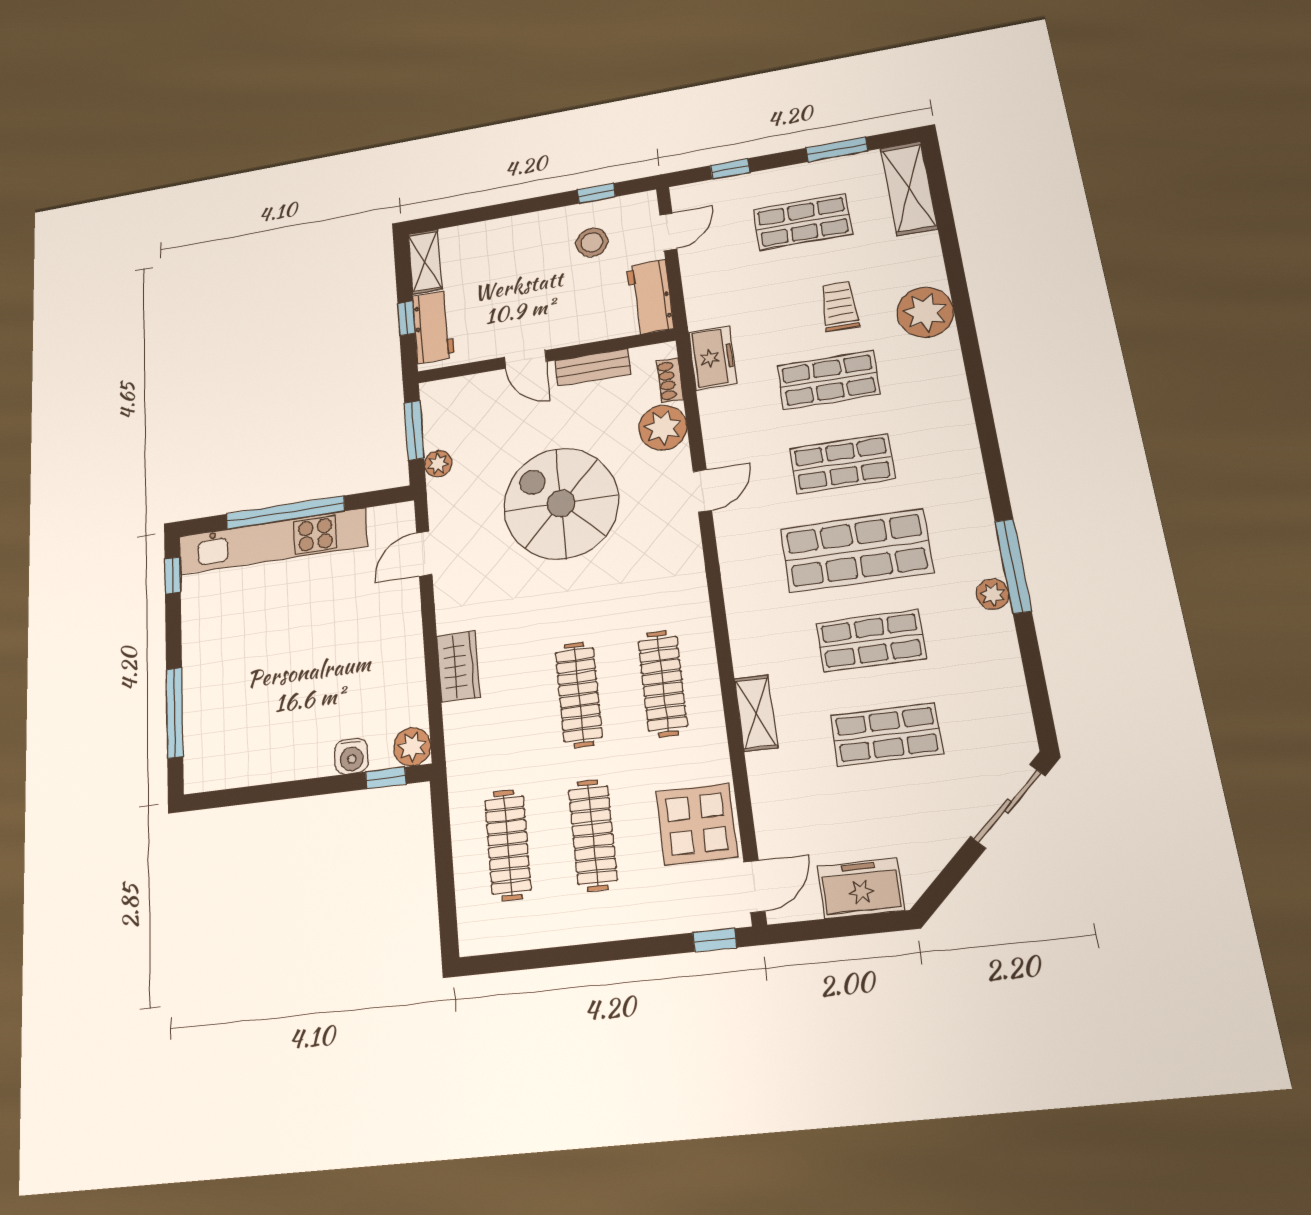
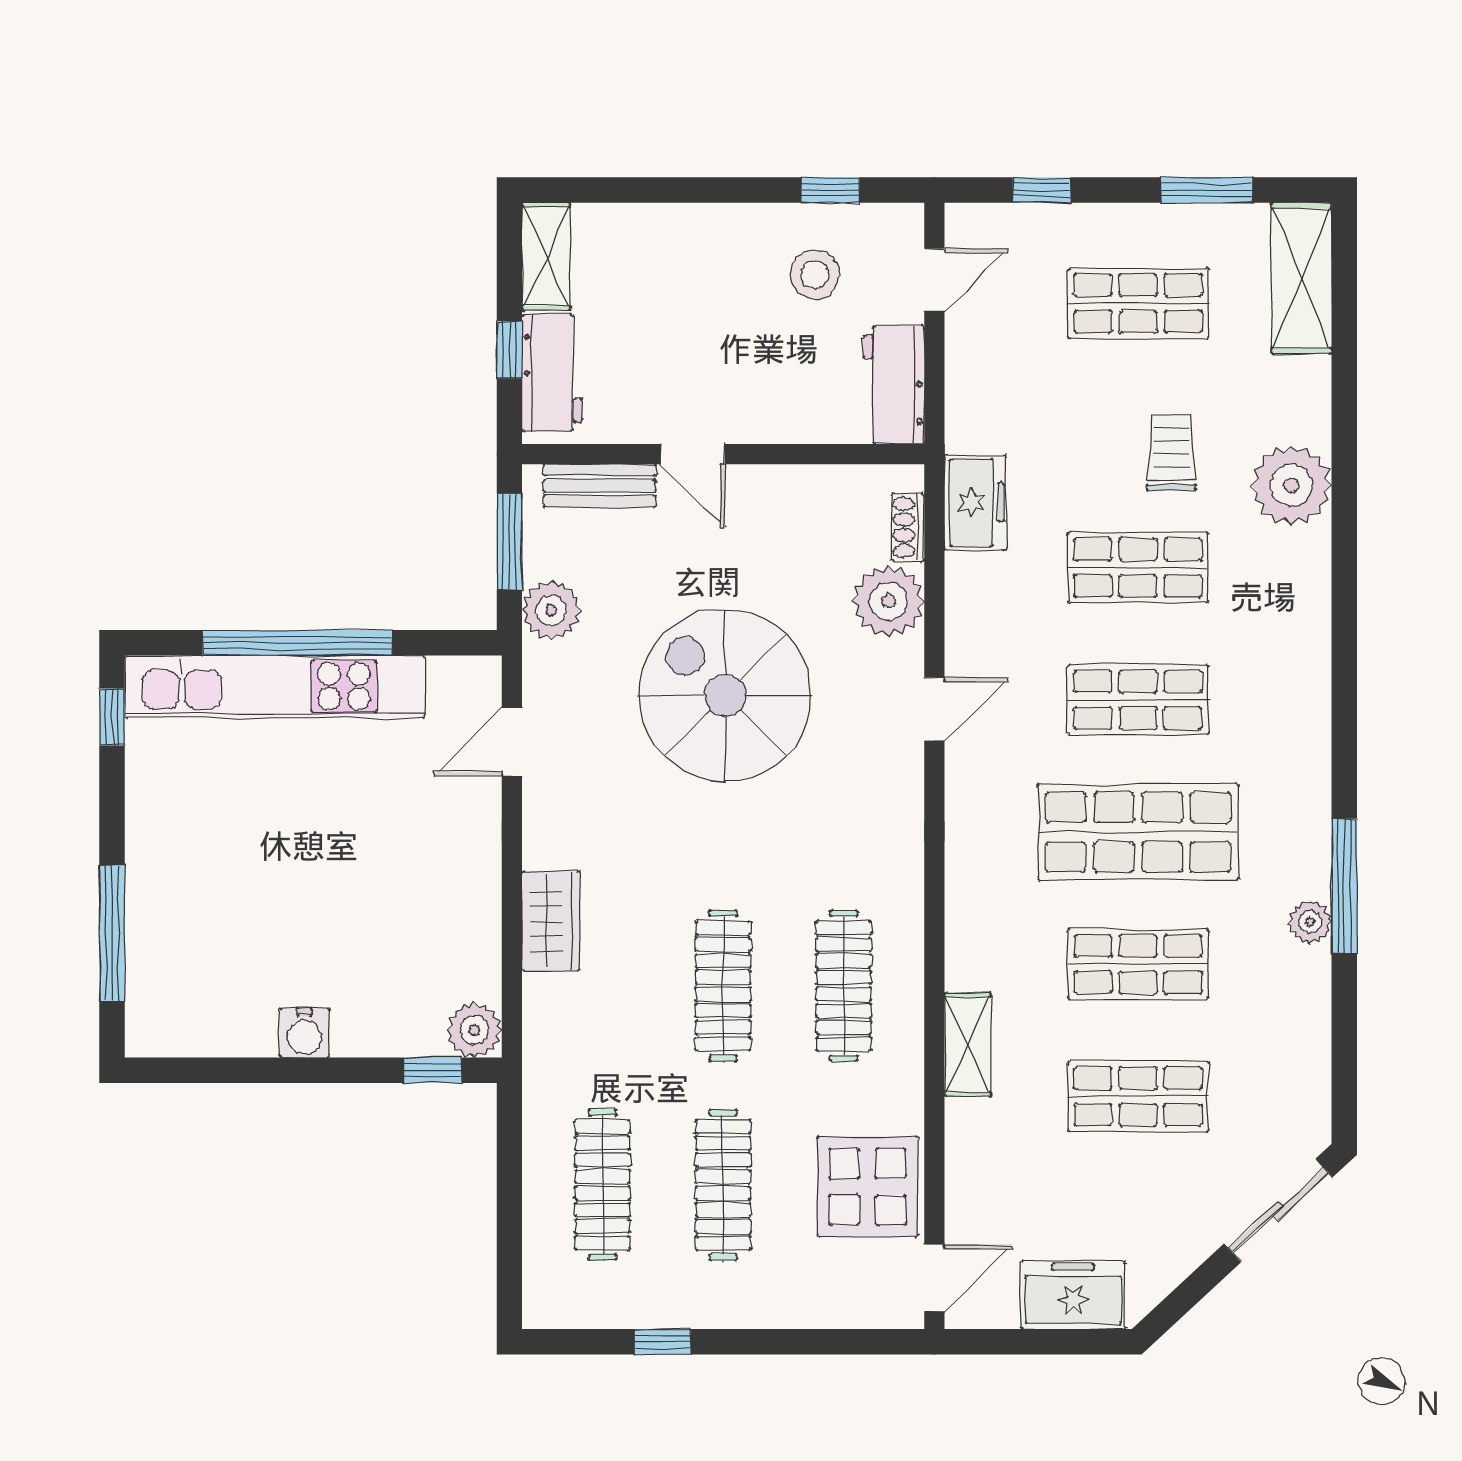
bench: (593, 367) -> (600, 486), moved
plant: (438, 464) -> (551, 610), width x1.38, depth x1.38
water cooler: (352, 756) -> (304, 1033), moved
window: (715, 940) -> (663, 1342), moved

